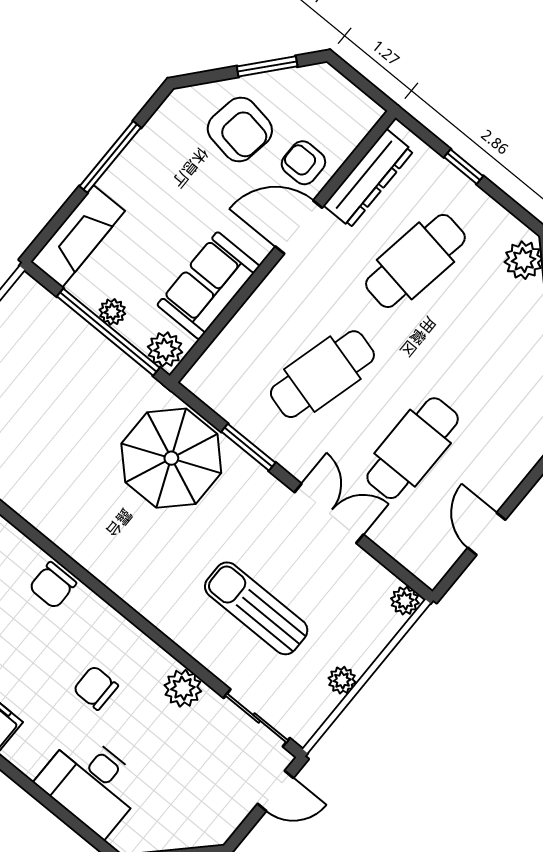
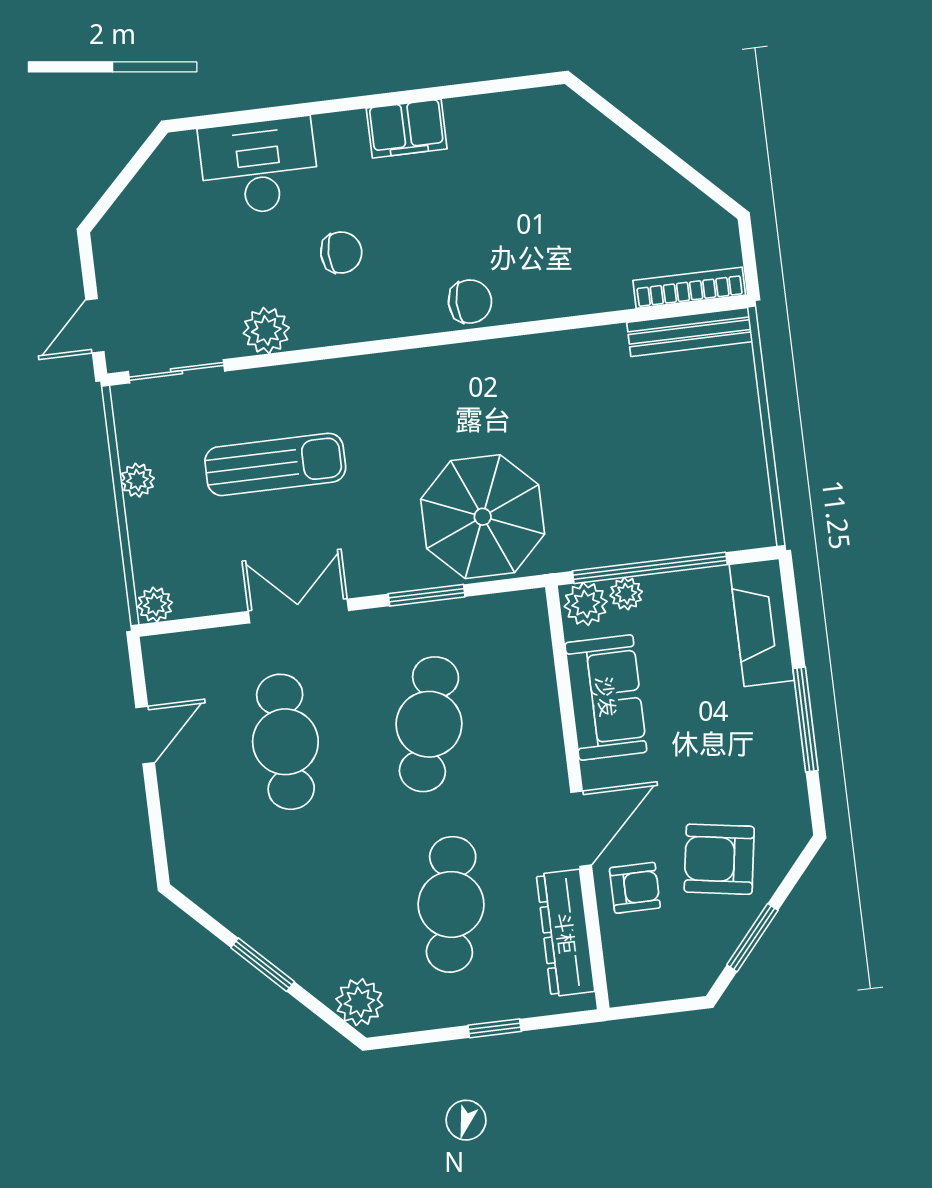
plant: (112, 312) -> (626, 594), moved
double door: (329, 513) -> (298, 611), swing flipped
door: (487, 534) -> (145, 735), hinge flipped
chair: (53, 585) -> (470, 302), turned 90

